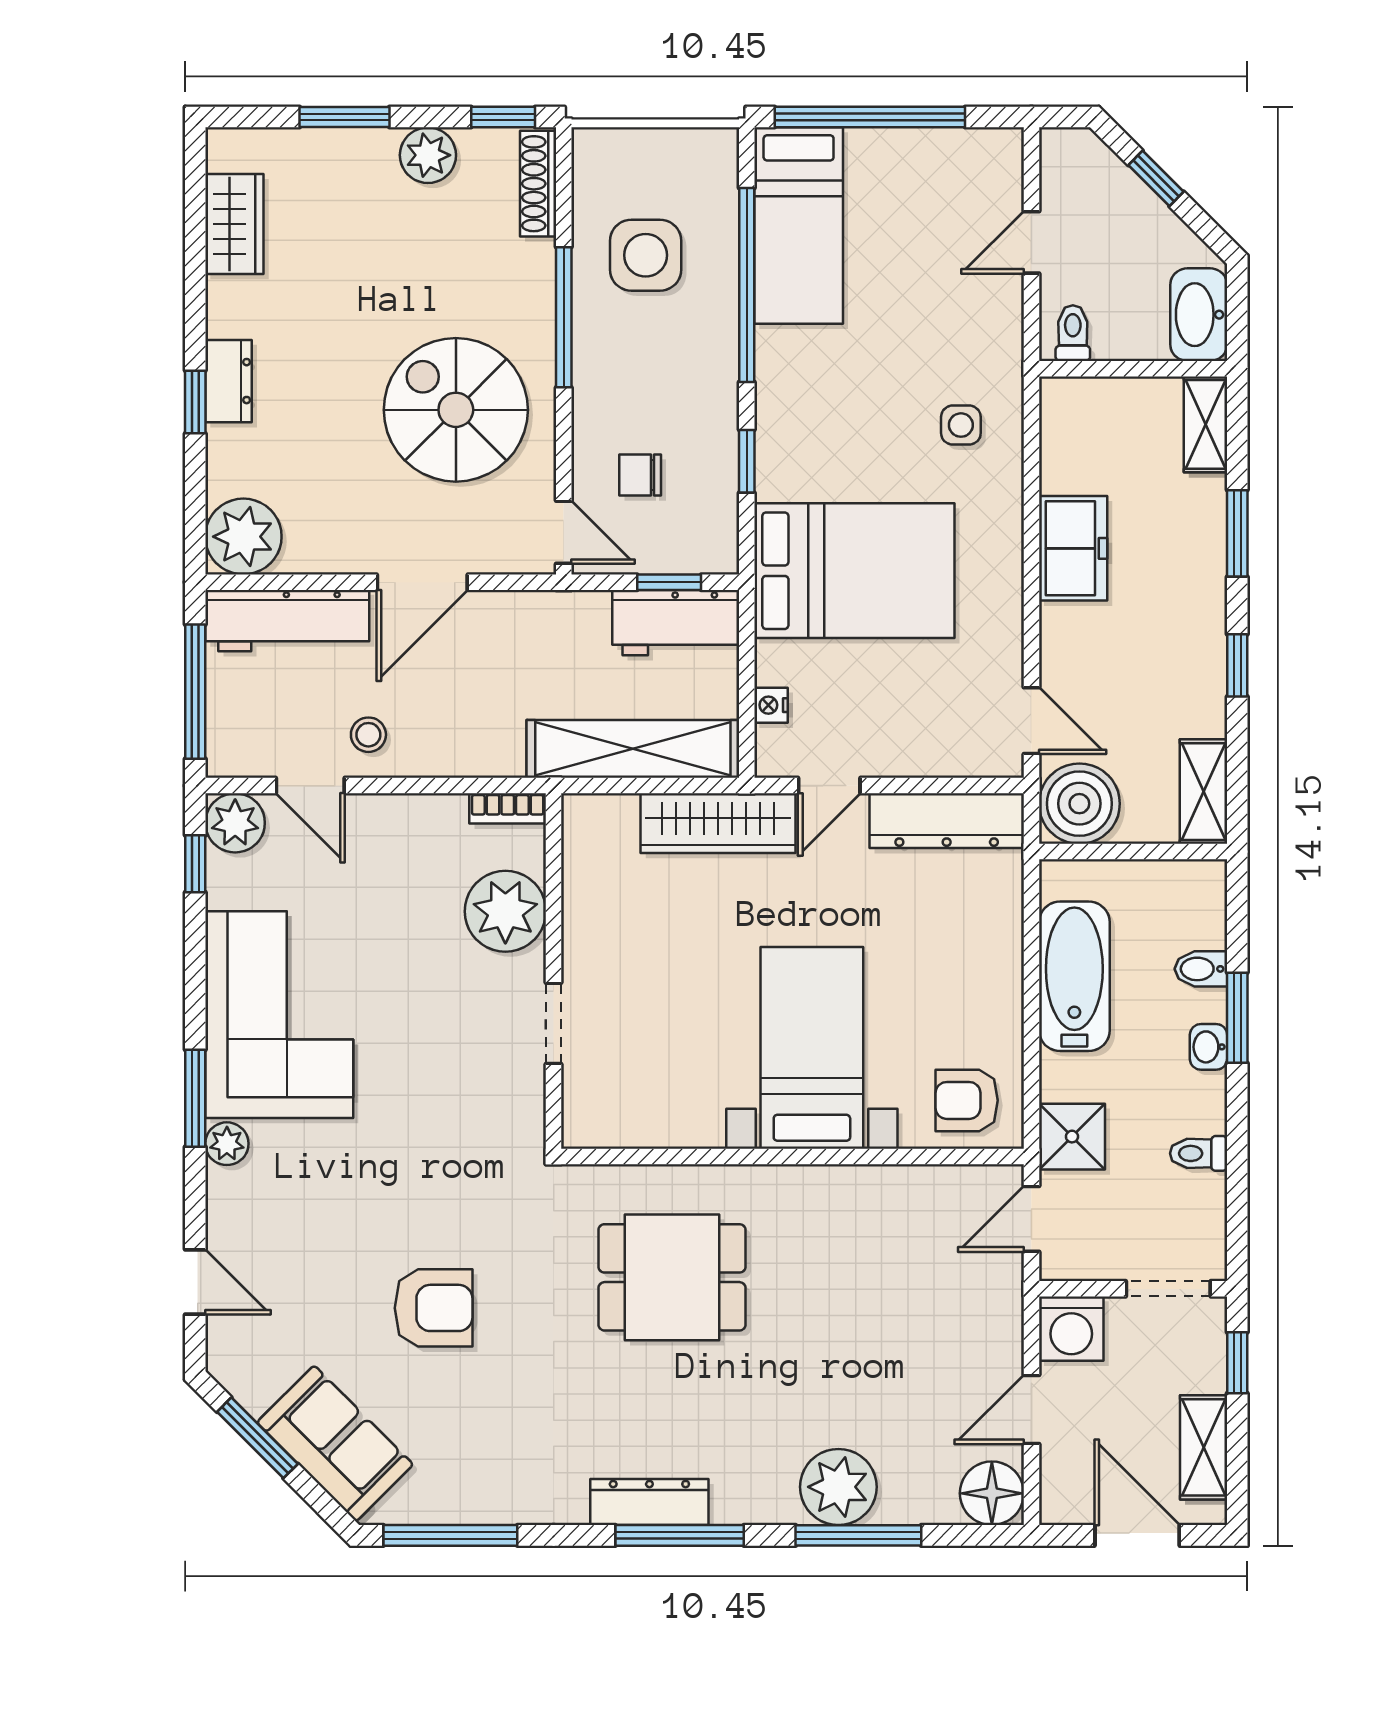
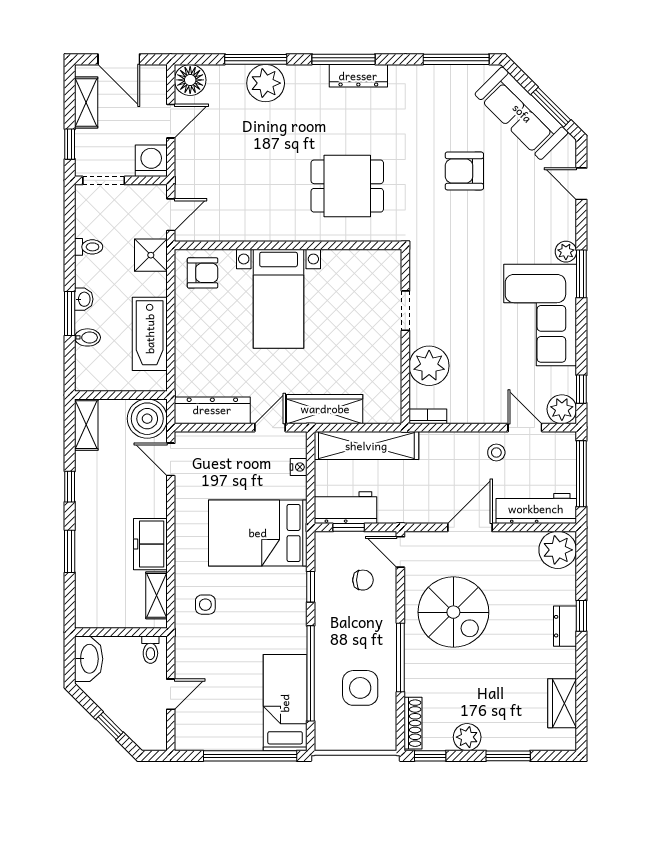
shelving: (1205, 424) -> (156, 595), moved
sofa: (335, 1443) -> (522, 113), width x1.36

